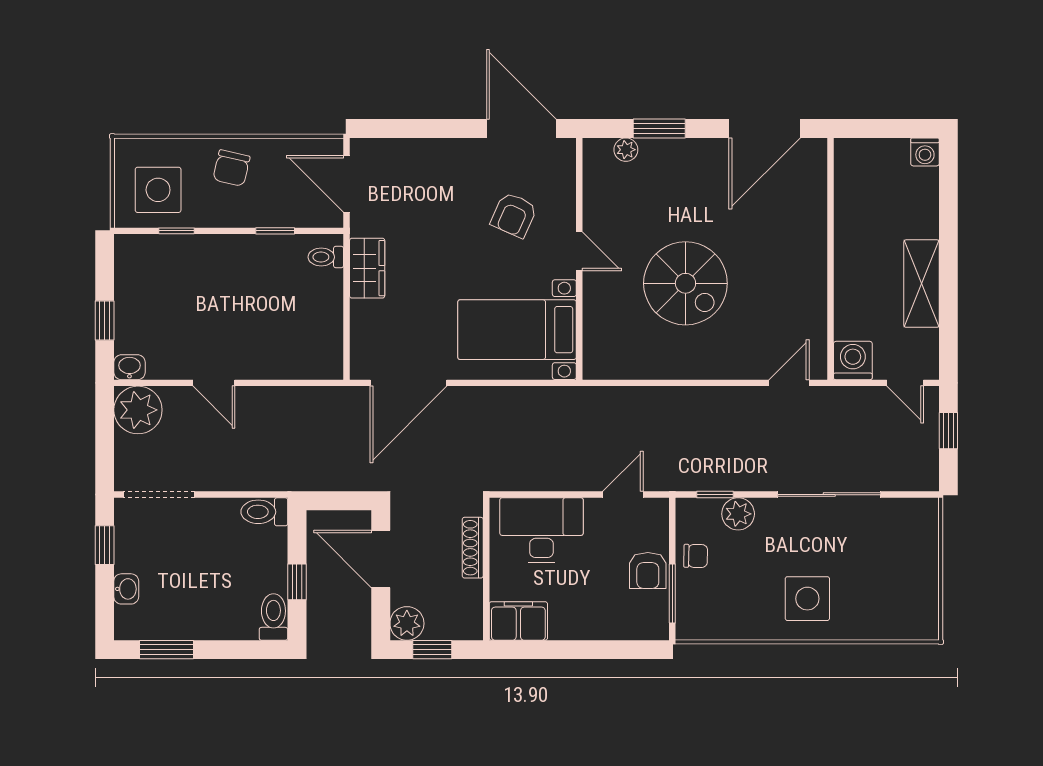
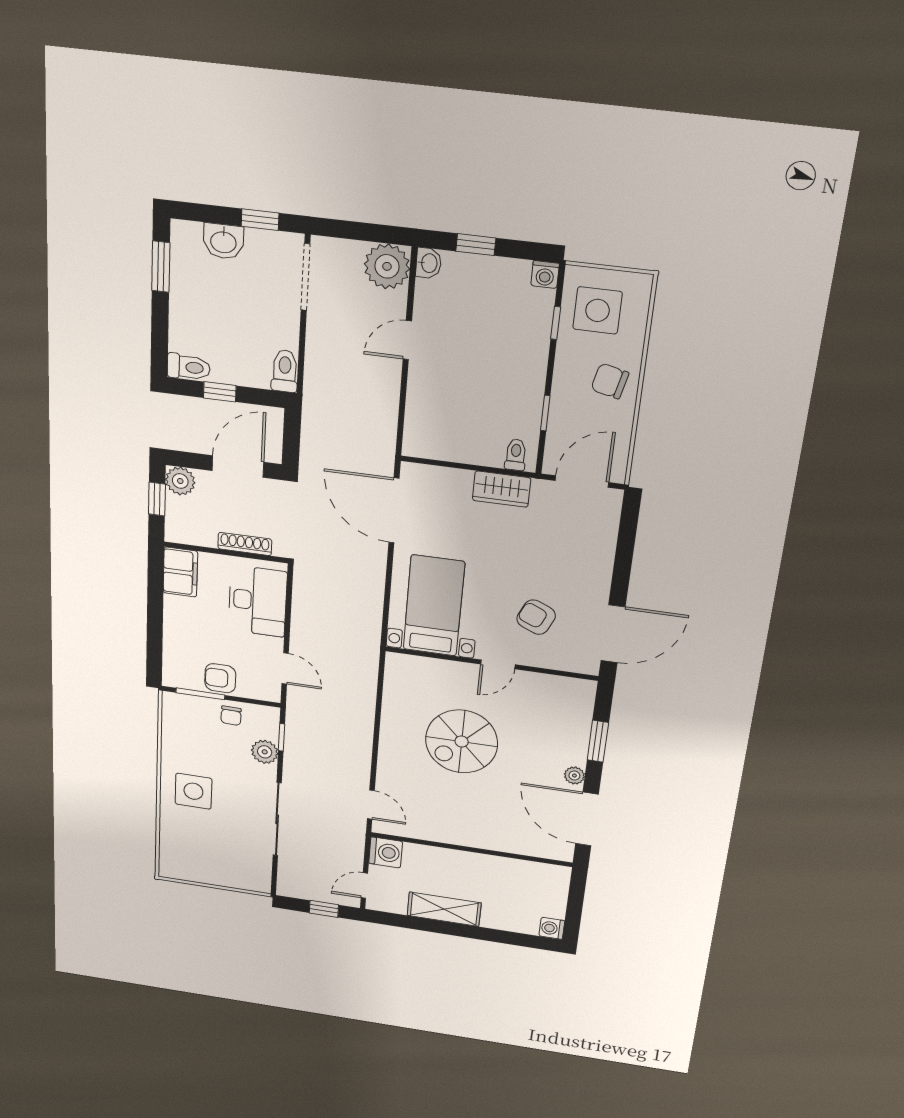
plant: (626, 150) -> (574, 775), moved
washing machine: (127, 247) -> (545, 275), added
washbasin: (126, 589) -> (223, 241), width x1.38, depth x1.45

